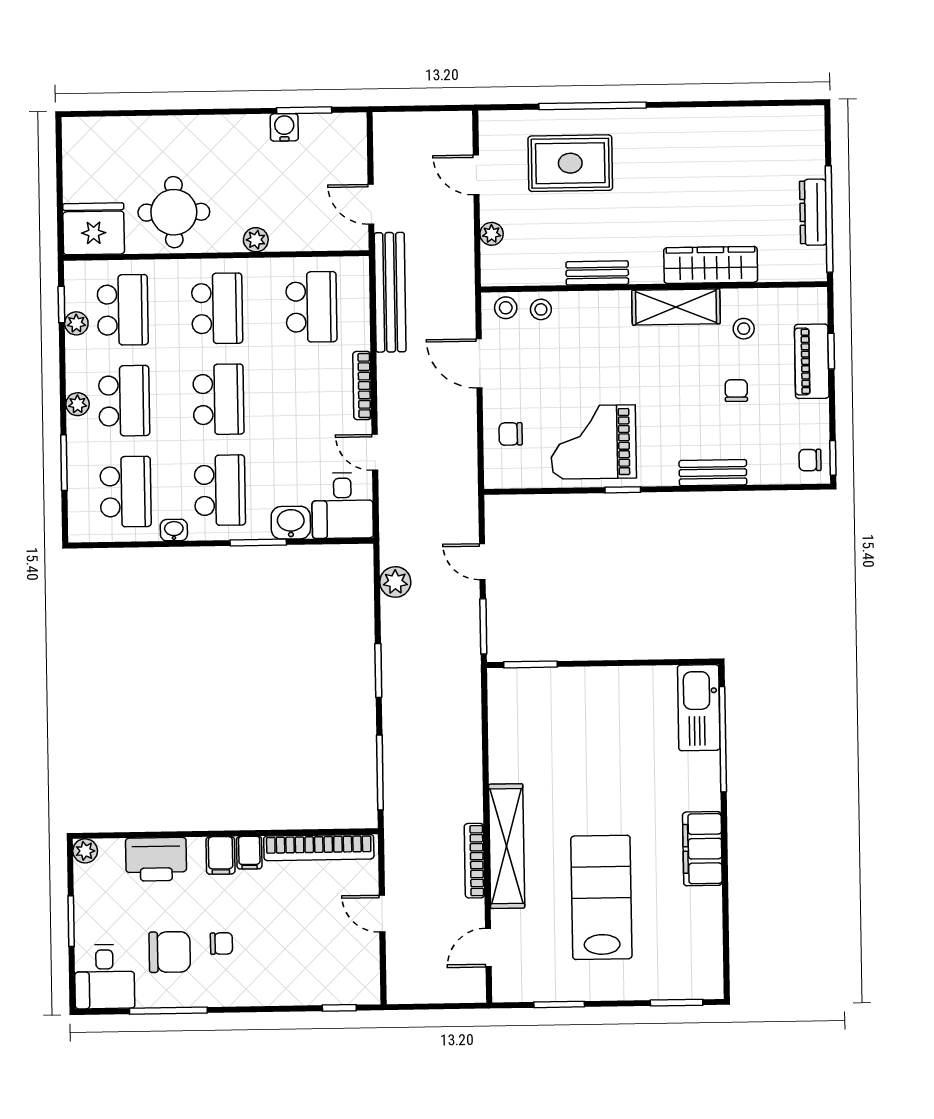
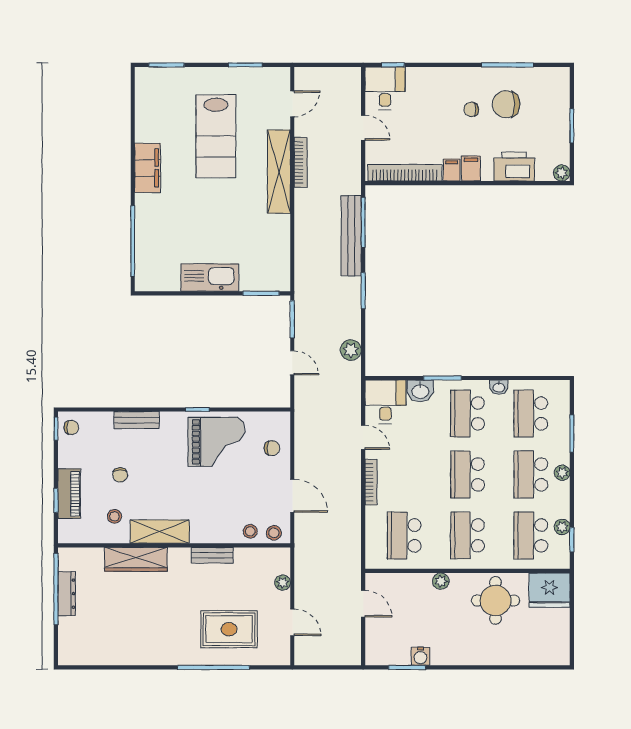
bench: (390, 292) -> (351, 236), moved
kitchen sink: (699, 708) -> (210, 278), moved, turned -90
desk: (105, 977) -> (385, 88), moved

